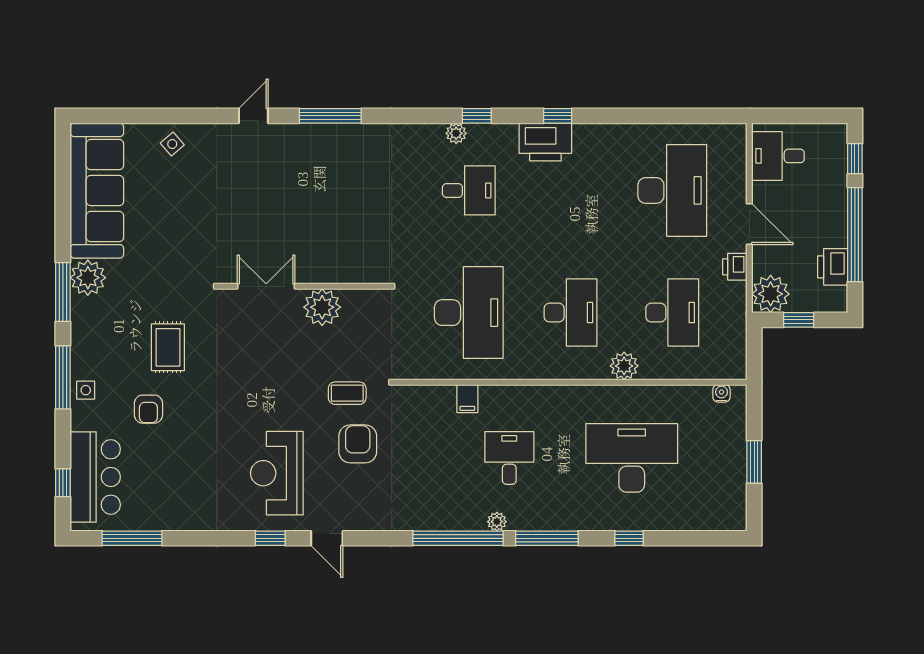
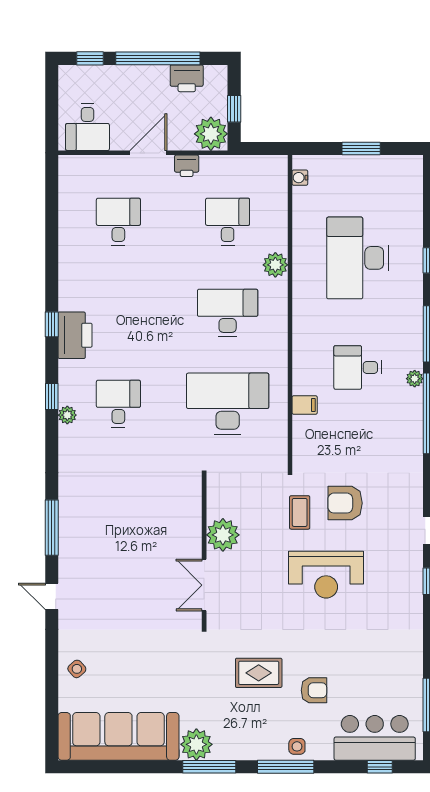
desk: (672, 190) -> (118, 222), width x0.53, depth x0.77
desk: (672, 313) -> (228, 222), width x0.73
reception desk: (277, 473) -> (326, 575), moved

